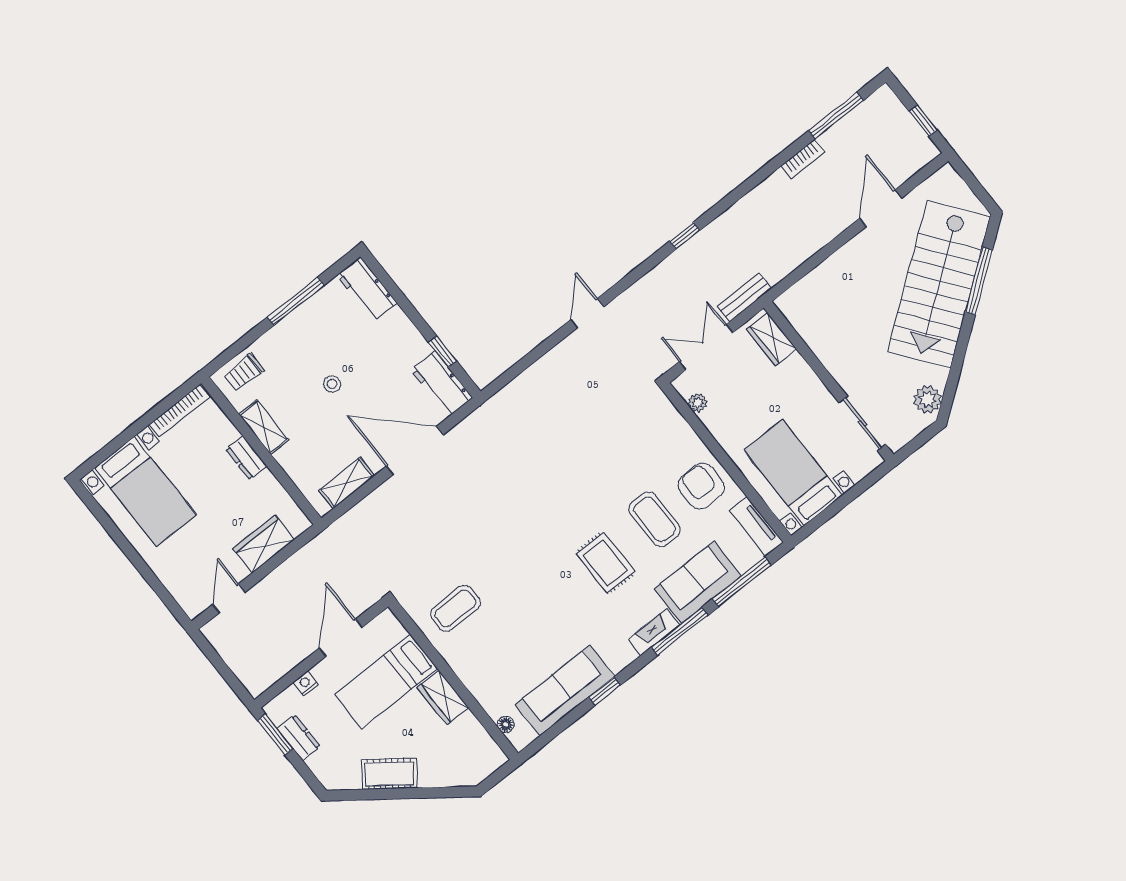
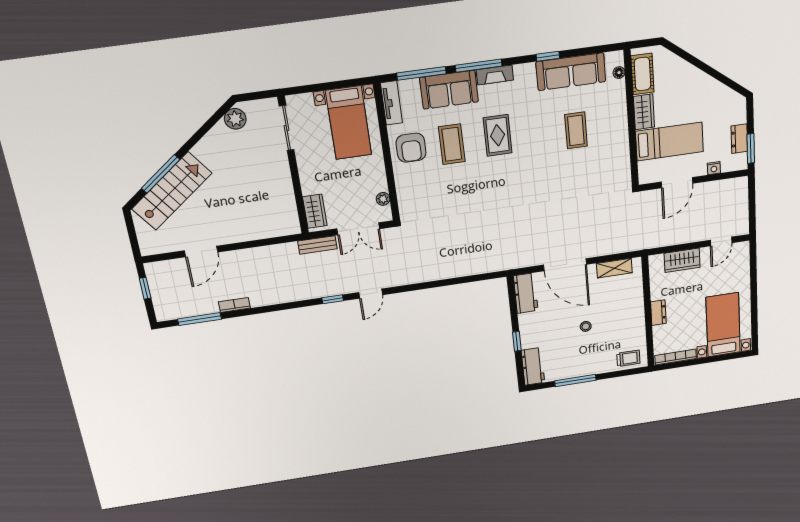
stairs: (939, 284) -> (172, 191), width x0.73, depth x0.66
door: (587, 313) -> (371, 294), moved
window: (442, 352) -> (517, 341), moved
shelving: (264, 427) -> (638, 324), removed
coffee table: (455, 608) -> (576, 130), moved, turned 90
cot: (389, 774) -> (643, 74), moved, turned 53

